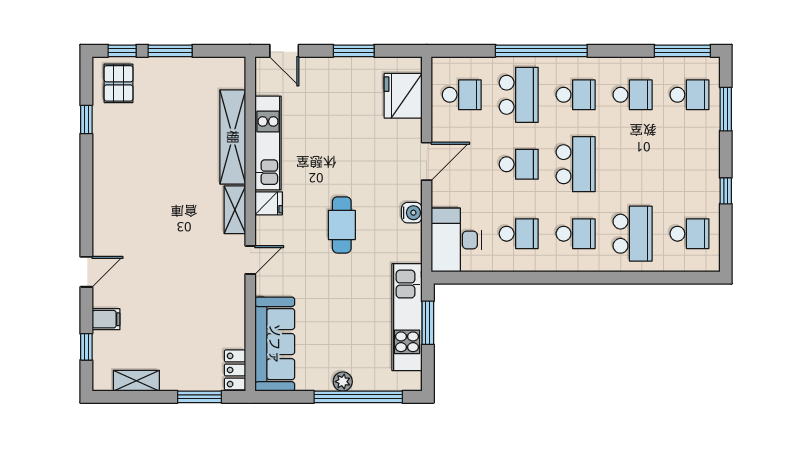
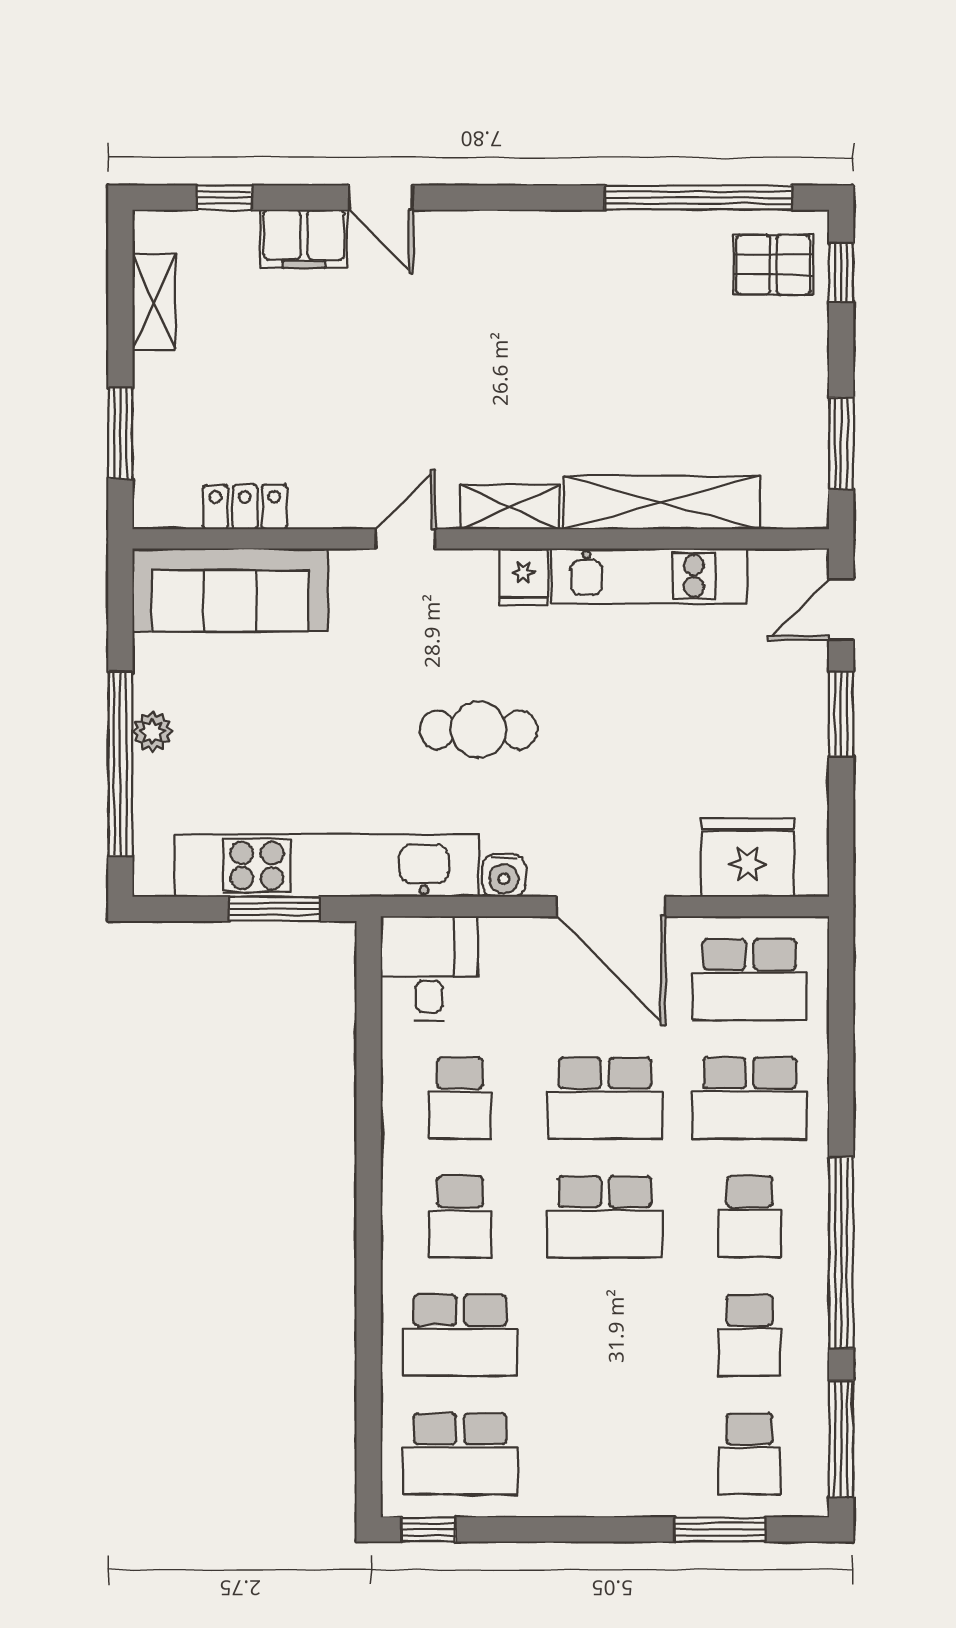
window: (170, 51) -> (841, 443), moved
window: (354, 51) -> (841, 714), moved
window: (541, 51) -> (841, 1253), moved
school desk: (462, 95) -> (750, 980), width x1.85
window: (86, 120) -> (698, 198), width x3.17
door: (427, 161) -> (611, 906), width x1.36
school desk: (519, 164) -> (605, 1098), width x1.85
window: (726, 191) -> (429, 1529), moved
school desk: (690, 234) -> (460, 1454), width x1.85
desk: (456, 240) -> (429, 968), width x0.73
door: (250, 260) -> (405, 539), swing flipped
kitchen unit: (407, 317) -> (327, 866), width x1.36
filing cabinet: (106, 319) -> (304, 239), width x2.00
locker: (235, 370) -> (245, 507), moved

